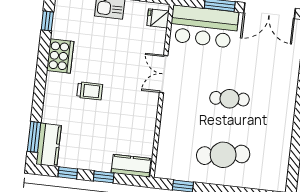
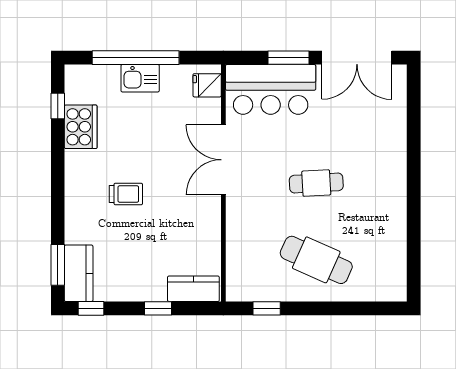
cooker: (60, 56) -> (81, 127), moved
double door: (164, 74) -> (223, 160), width x1.37
cafe table: (223, 155) -> (316, 260), turned 33
window: (68, 173) -> (91, 308), moved

